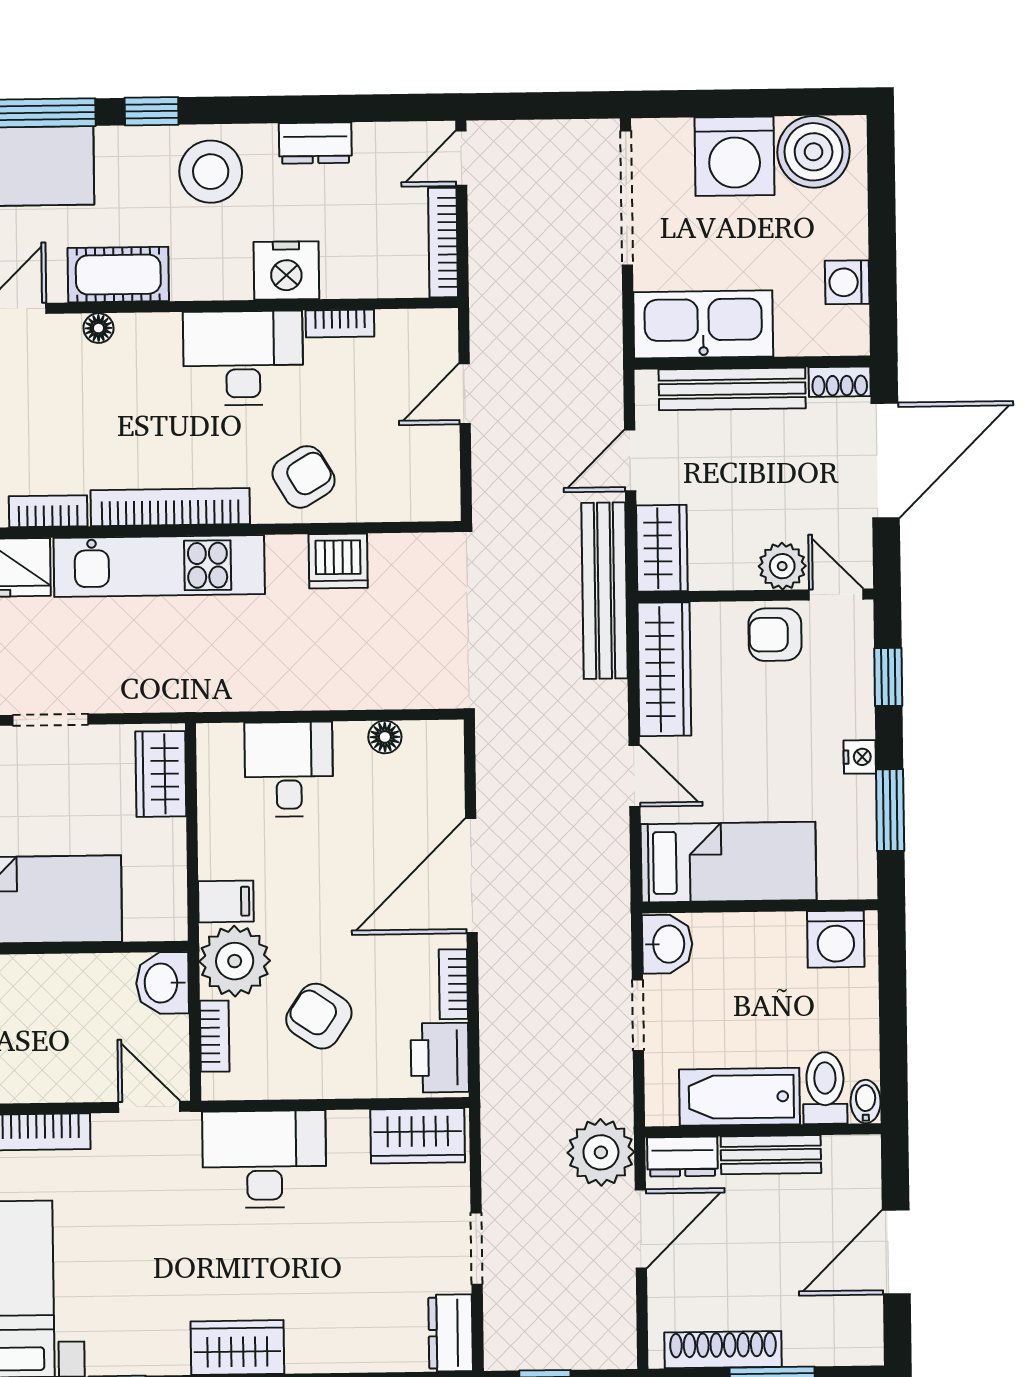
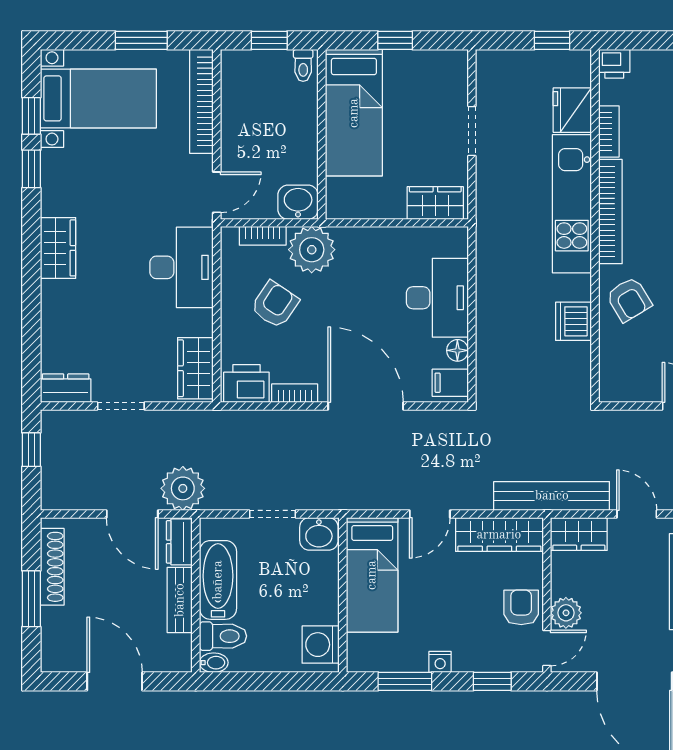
desk: (289, 769) -> (437, 298), width x1.37
filing cabinet: (226, 901) -> (450, 383), moved, turned 90

